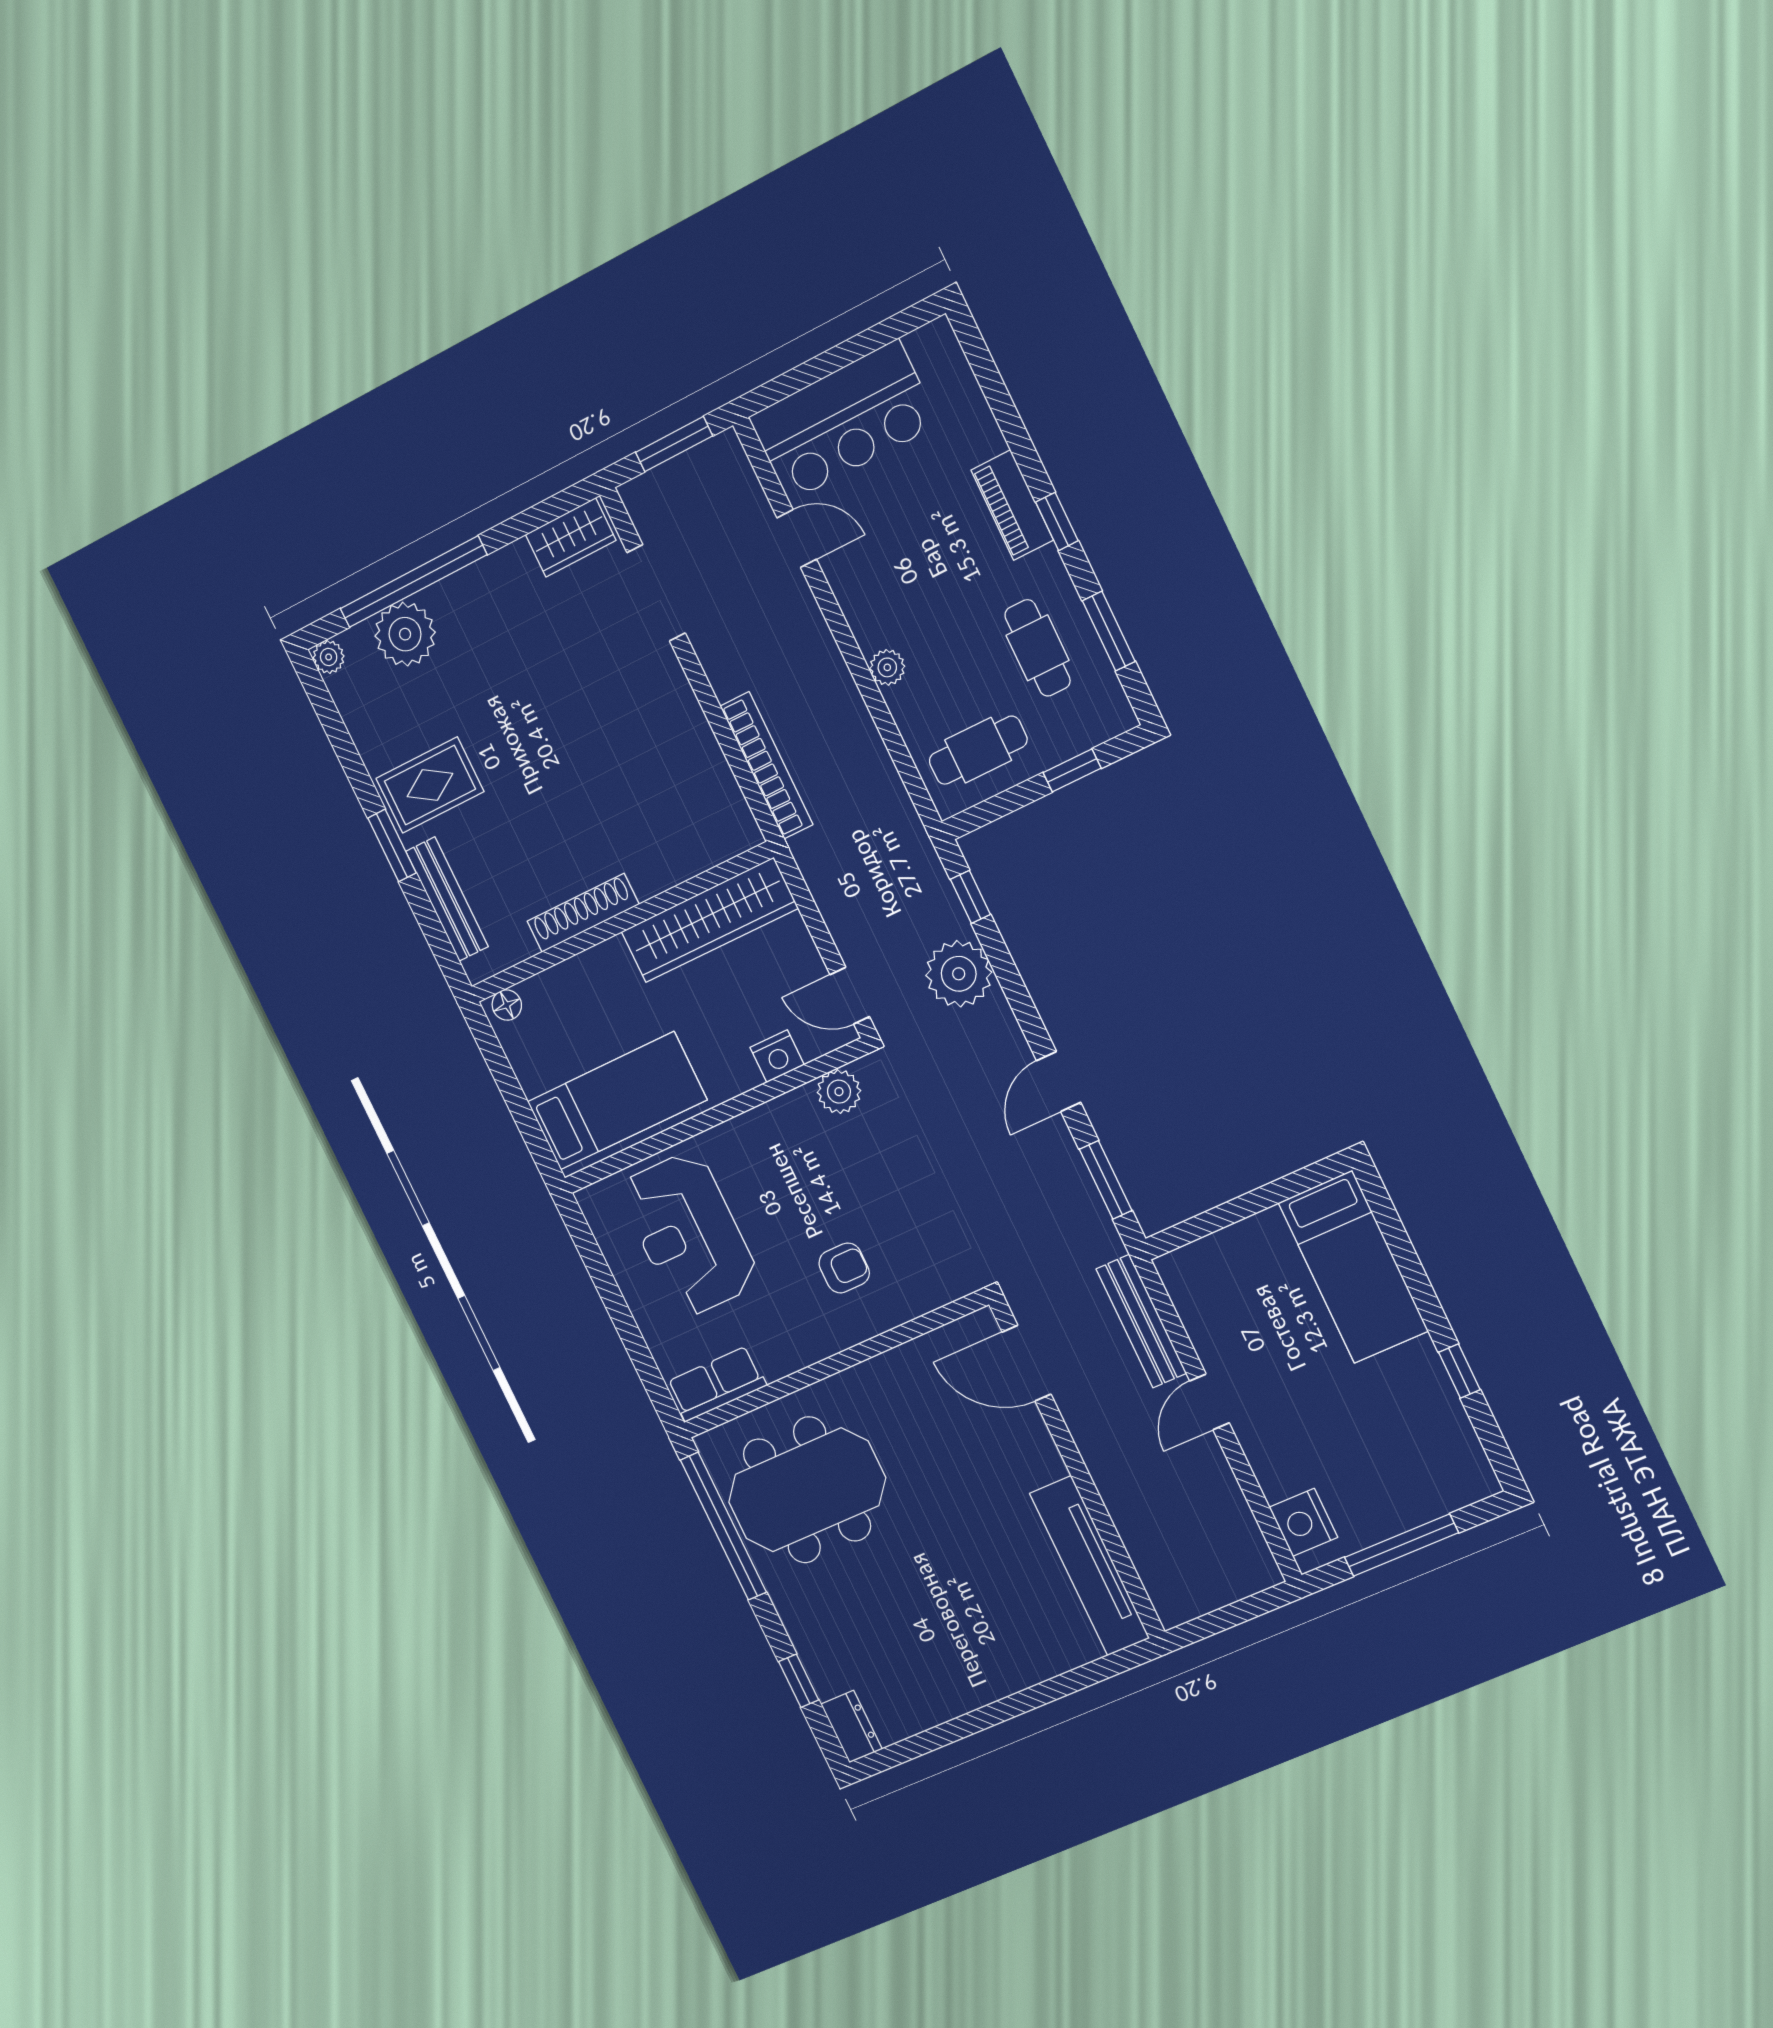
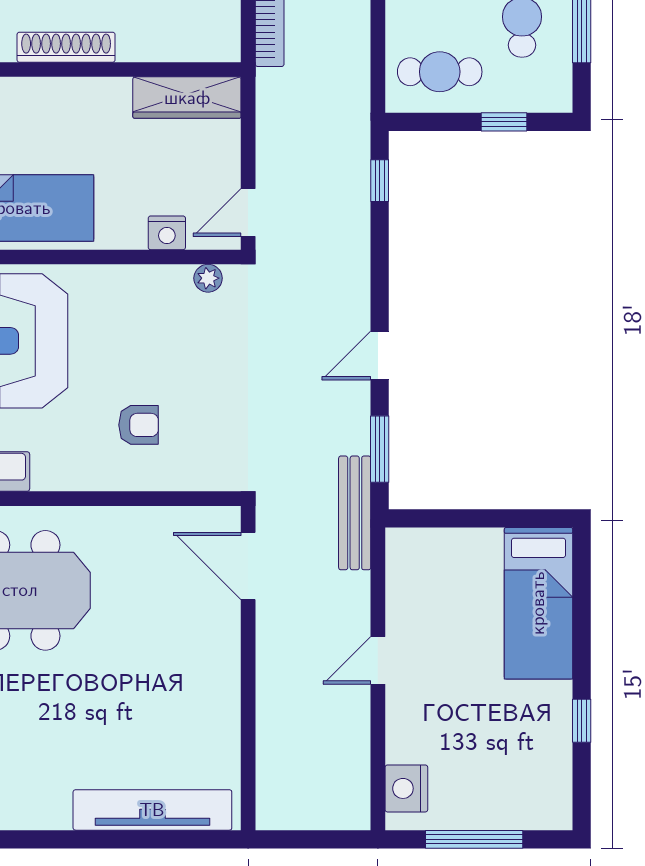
wardrobe: (709, 920) -> (187, 98), width x0.71, depth x0.85
plant: (959, 974) -> (342, 236), removed
door: (850, 996) -> (248, 212), hinge flipped
plant: (839, 1092) -> (208, 278), width x0.73, depth x0.73
bench: (1141, 1321) -> (355, 513), moved
tv unit: (1090, 1566) -> (152, 810), moved, turned 90

